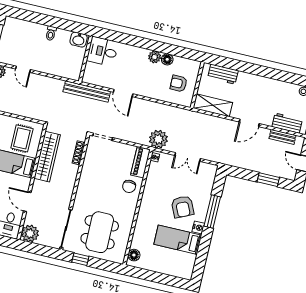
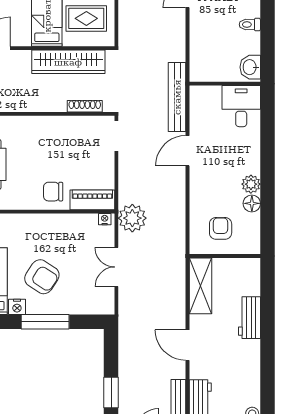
workbench: (223, 74) -> (249, 318), moved
armchair: (183, 207) -> (42, 277), turned -122

